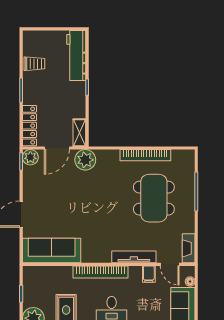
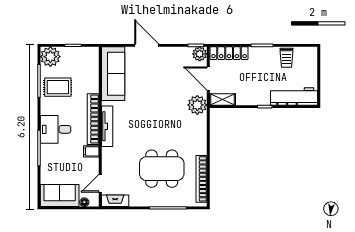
bookcase: (145, 155) -> (202, 179), moved
tv unit: (134, 257) -> (107, 126), moved
filing cabinet: (149, 274) -> (91, 151), moved

